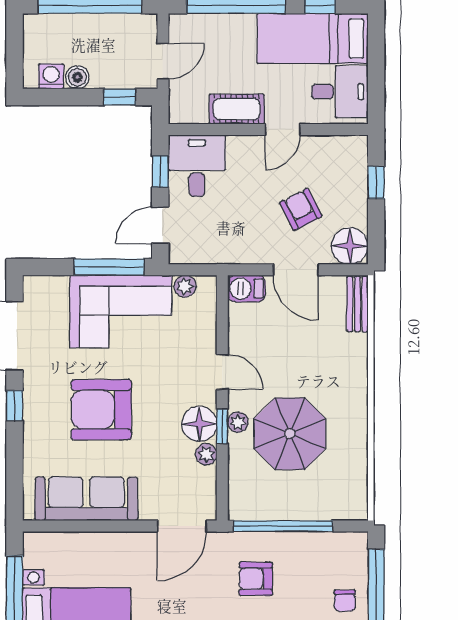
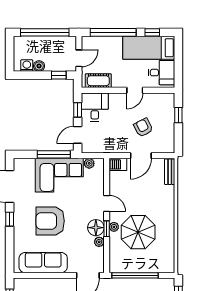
cot: (237, 109) -> (98, 81), moved
floor lamp: (350, 246) -> (166, 145), removed
door: (296, 270) -> (141, 156), hinge flipped

